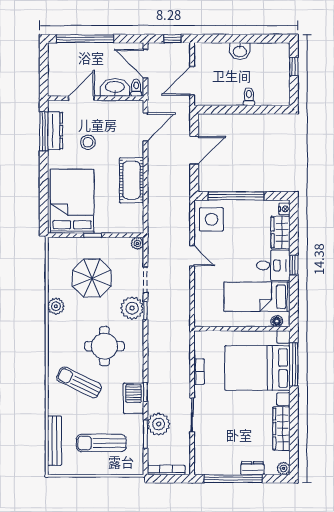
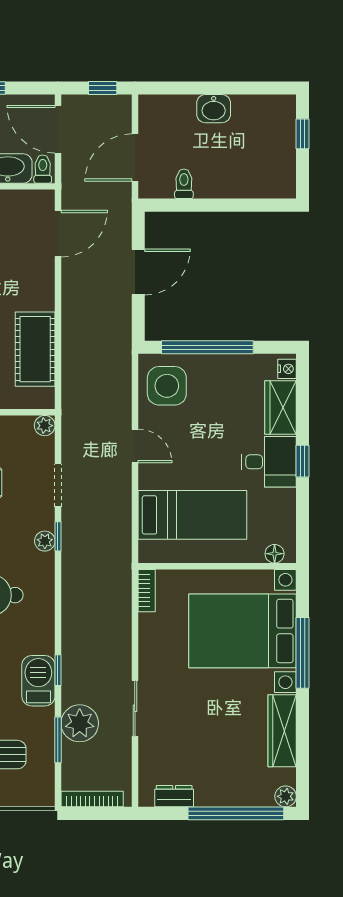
toilet: (249, 97) -> (184, 184), moved
cot: (132, 180) -> (35, 349), moved
bed: (257, 297) -> (192, 515), moved, turned 180
plant: (132, 308) -> (45, 541), width x0.53, depth x0.53
window: (294, 364) -> (303, 653), moved
bookcase: (199, 372) -> (147, 591), moved
dresser: (252, 468) -> (174, 796), moved
window: (233, 479) -> (236, 813), moved

